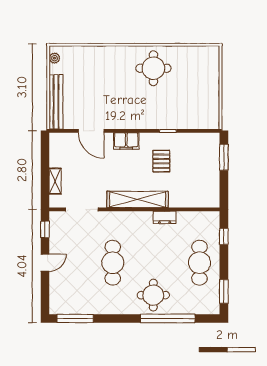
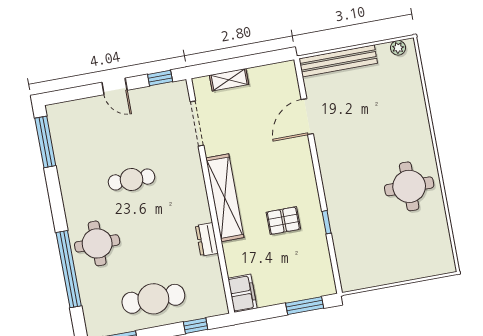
filing cabinet: (126, 141) -> (242, 293), moved, turned 180
cafe table: (113, 263) -> (131, 180), width x0.73, depth x0.74

